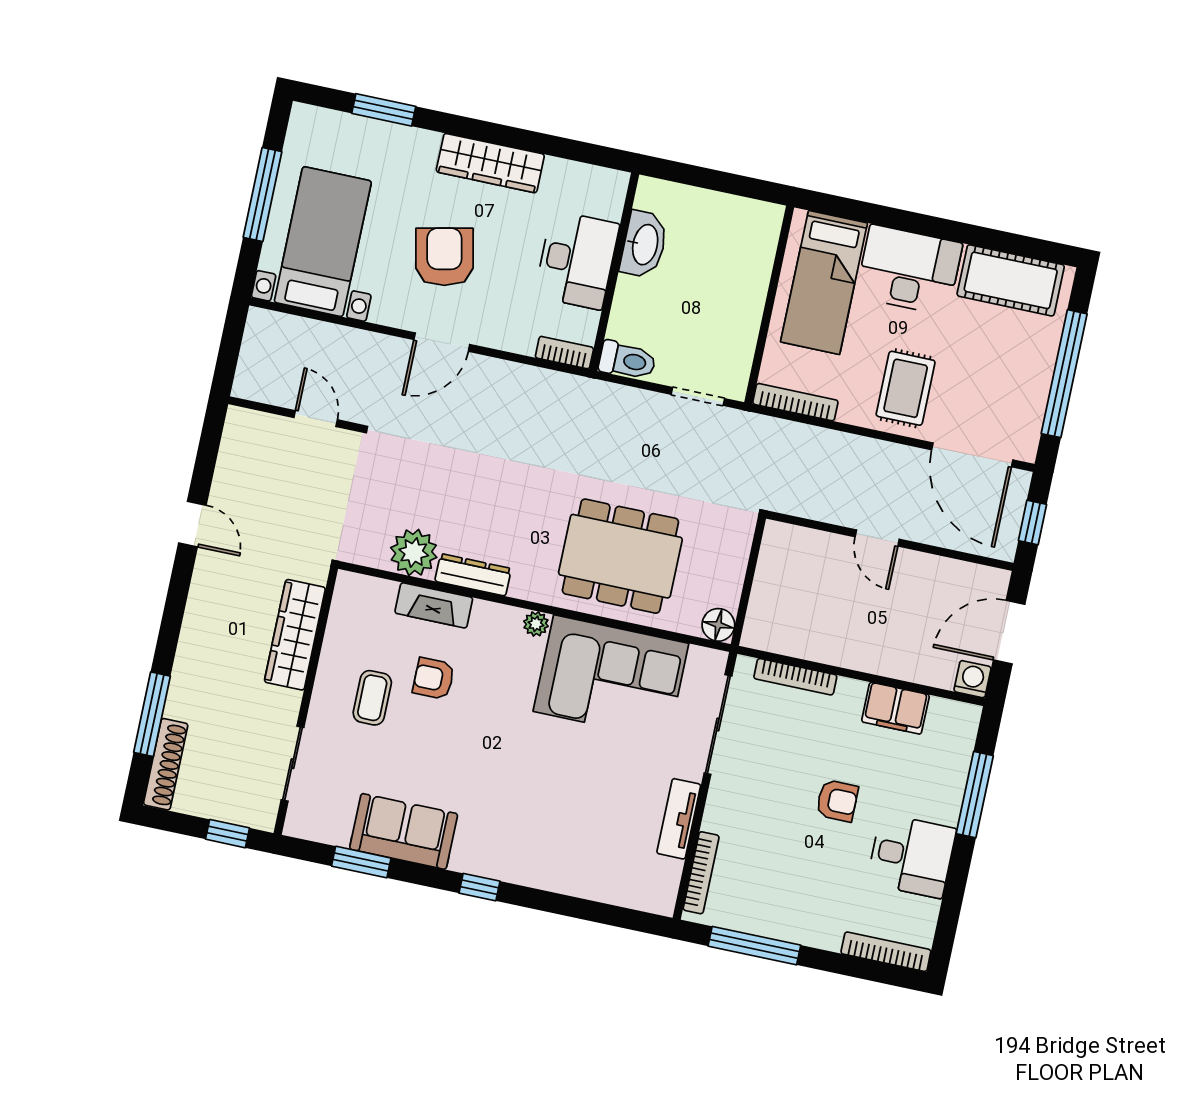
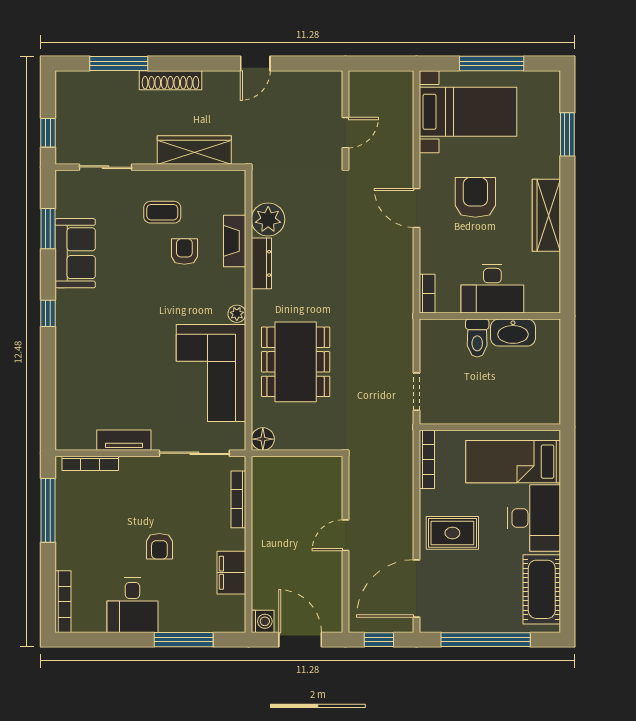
armchair: (444, 257) -> (475, 197), turned -78
toilet: (627, 360) -> (477, 338), moved
shoe rack: (166, 764) -> (170, 80), moved

